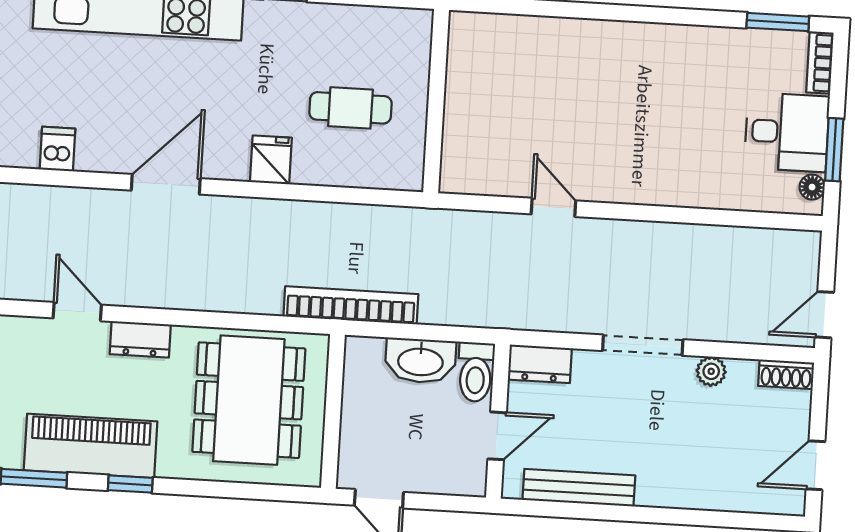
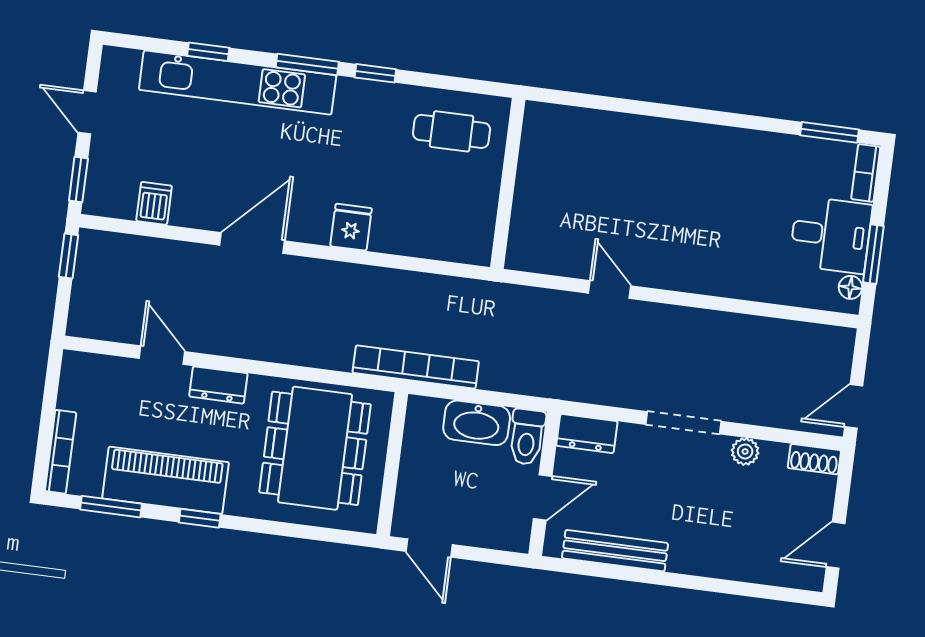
cafe table: (350, 108) -> (452, 131), moved

